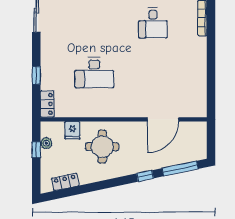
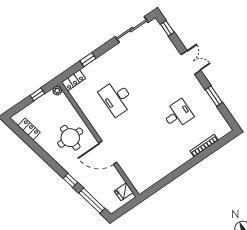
desk: (153, 23) -> (178, 114), turned 180
door: (163, 119) -> (108, 153), moved
fridge: (72, 130) -> (124, 192), moved
plant: (46, 143) -> (57, 91), moved

